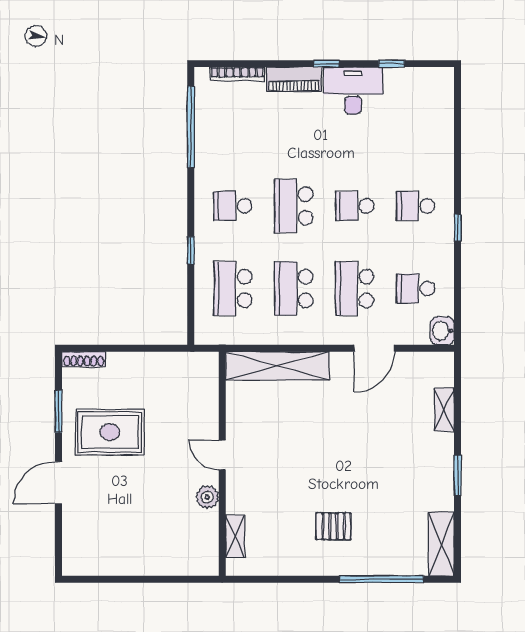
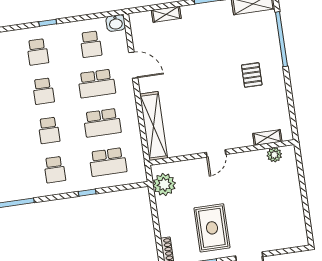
school desk: (294, 206) -> (49, 130), width x0.54
plant: (186, 369) -> (164, 184), added
plant: (207, 497) -> (274, 155), moved

